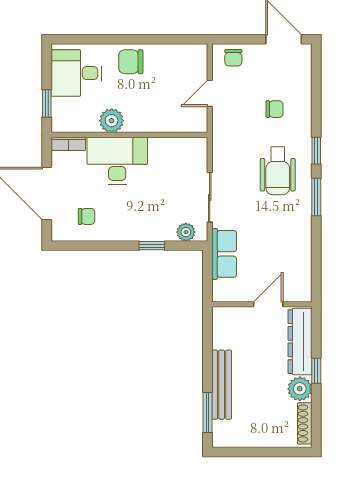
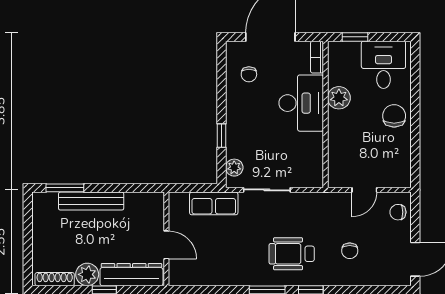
door: (210, 93) -> (364, 190), swing flipped

